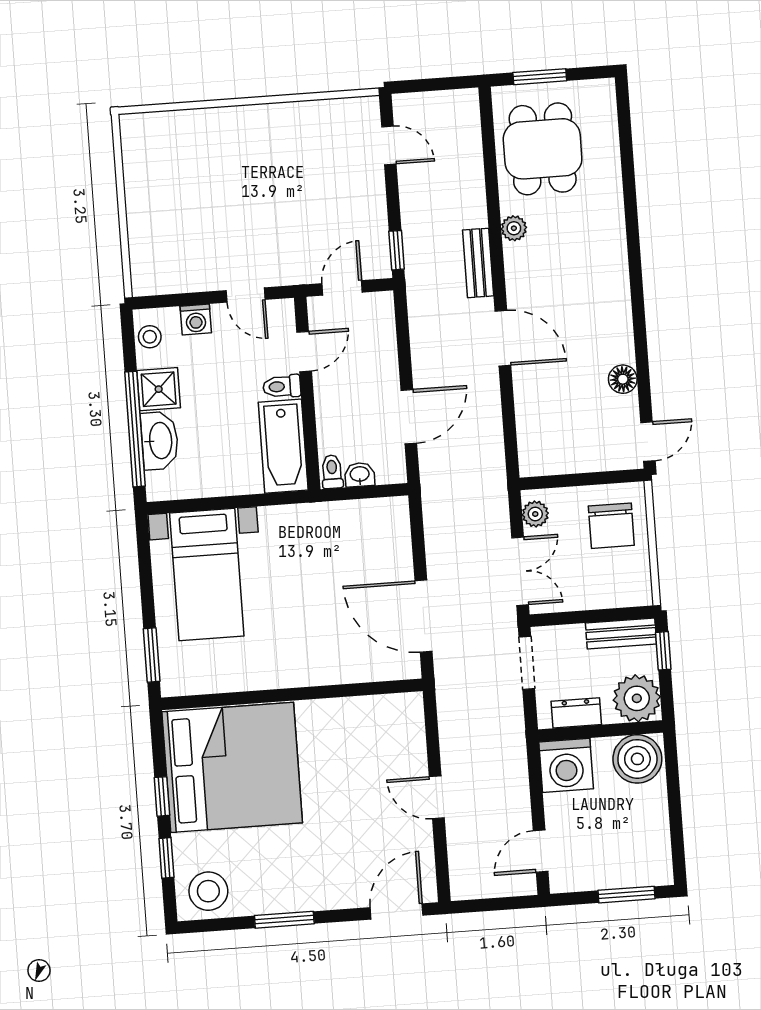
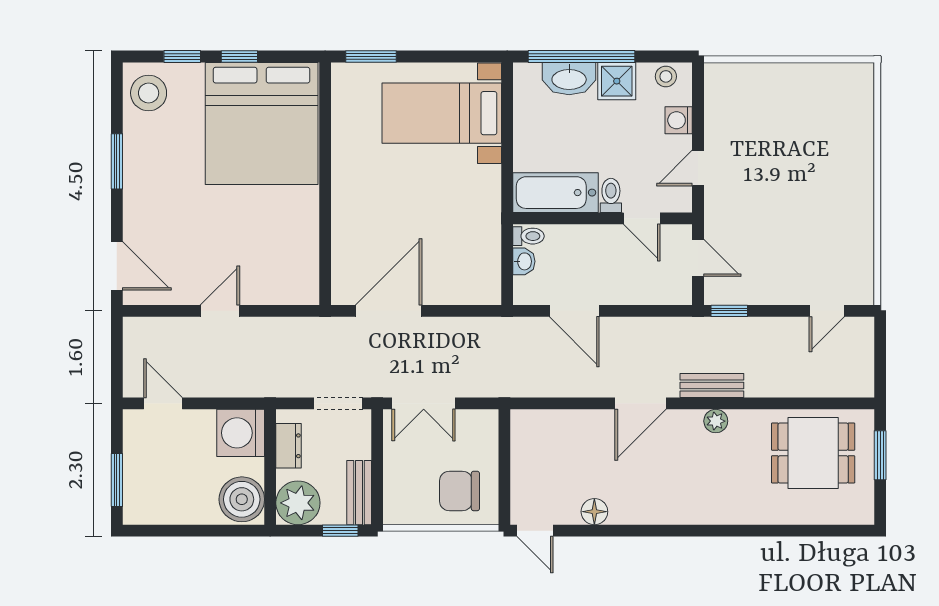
plant: (514, 228) -> (716, 421), moved
plant: (535, 514) -> (476, 421), removed

